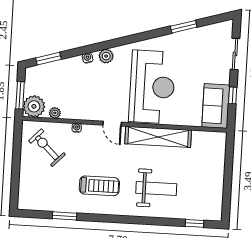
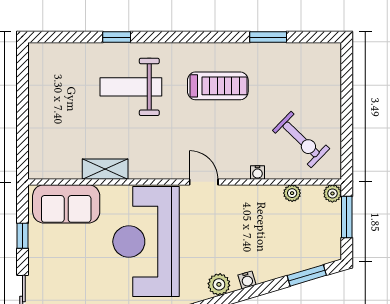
plant: (34, 106) -> (332, 193), width x0.53, depth x0.53
sofa: (216, 106) -> (66, 204), moved, turned 90
shelving: (158, 137) -> (105, 169), width x0.45, depth x0.75
treadmill: (99, 186) -> (218, 86), turned 180
window: (195, 223) -> (117, 37), moved

